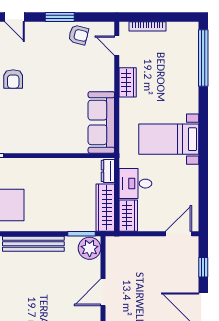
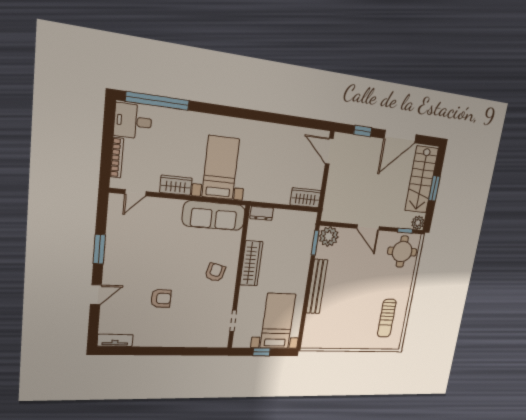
armchair: (78, 35) -> (215, 272), moved
bed with nightstands: (169, 139) -> (221, 168), moved, turned 180
desk: (135, 184) -> (133, 121), moved, turned 90
wardrobe: (105, 208) -> (251, 263), moved, turned -90

